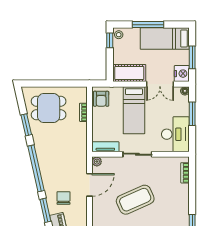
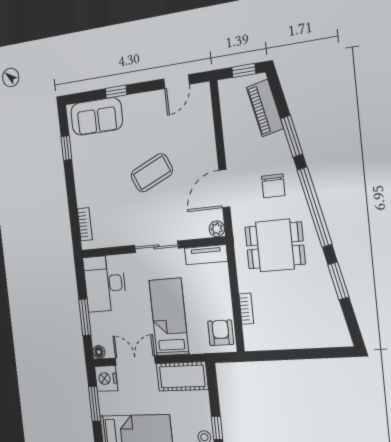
dining table: (49, 108) -> (275, 245), moved
chair: (63, 198) -> (273, 186), moved
coffee table: (135, 200) -> (152, 173), width x0.73, depth x0.76

